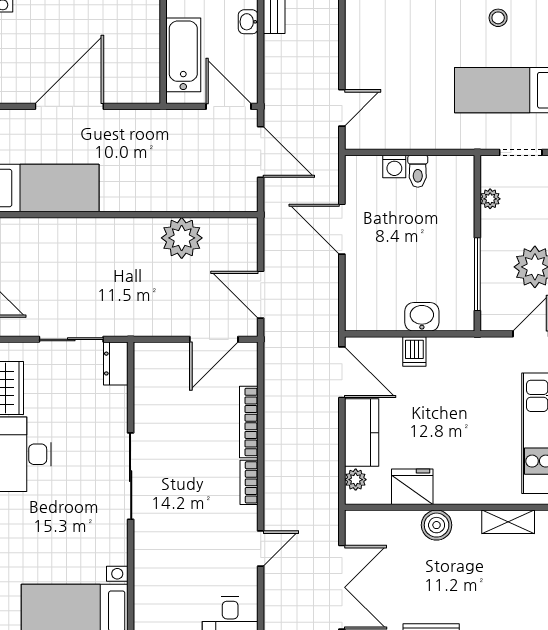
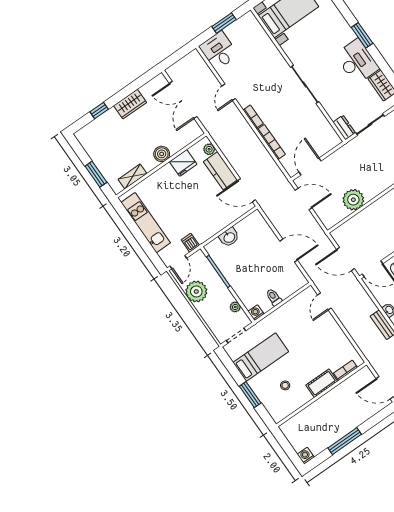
washing machine: (394, 166) -> (256, 313), moved
dishwasher: (414, 351) -> (190, 243), moved

